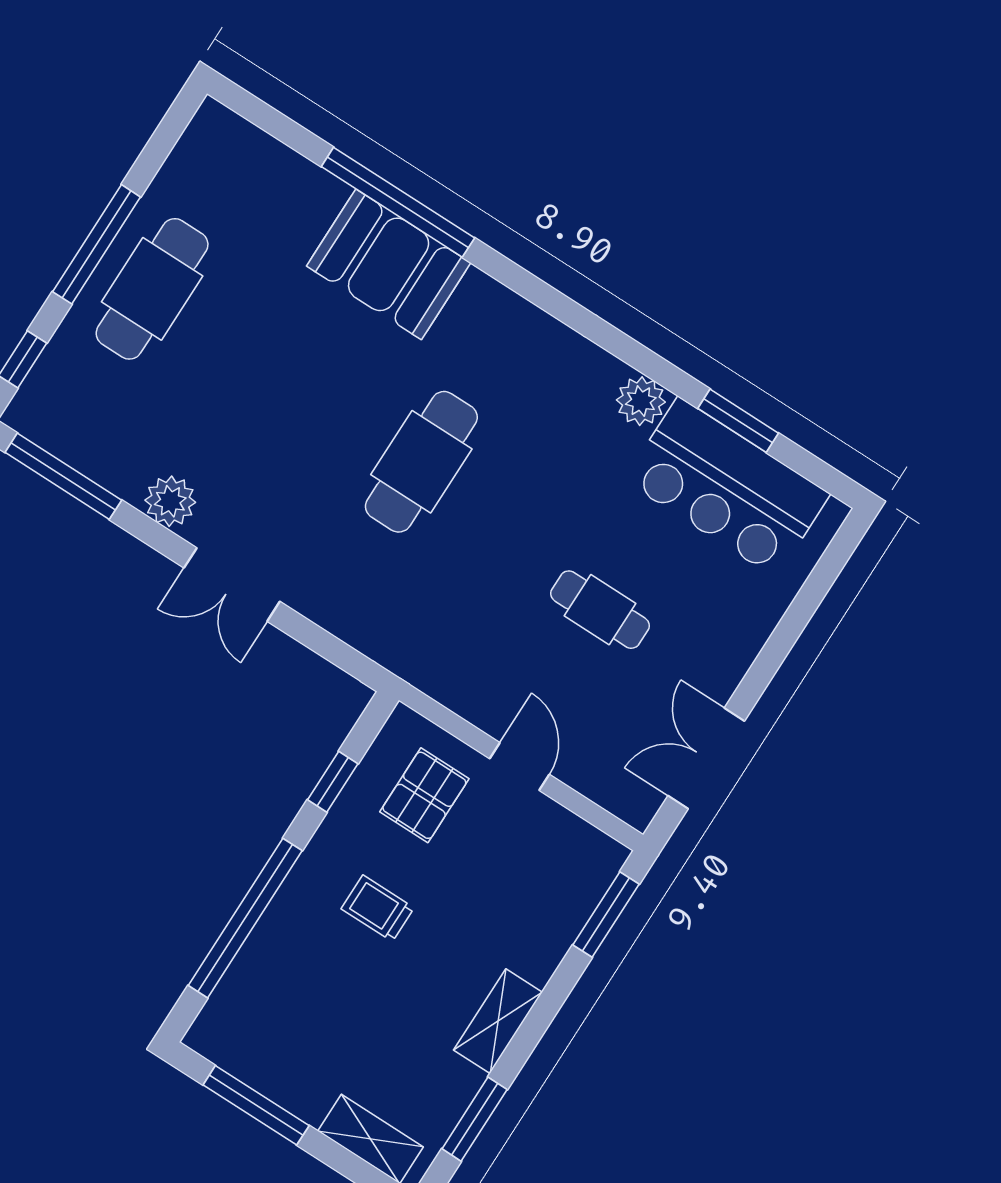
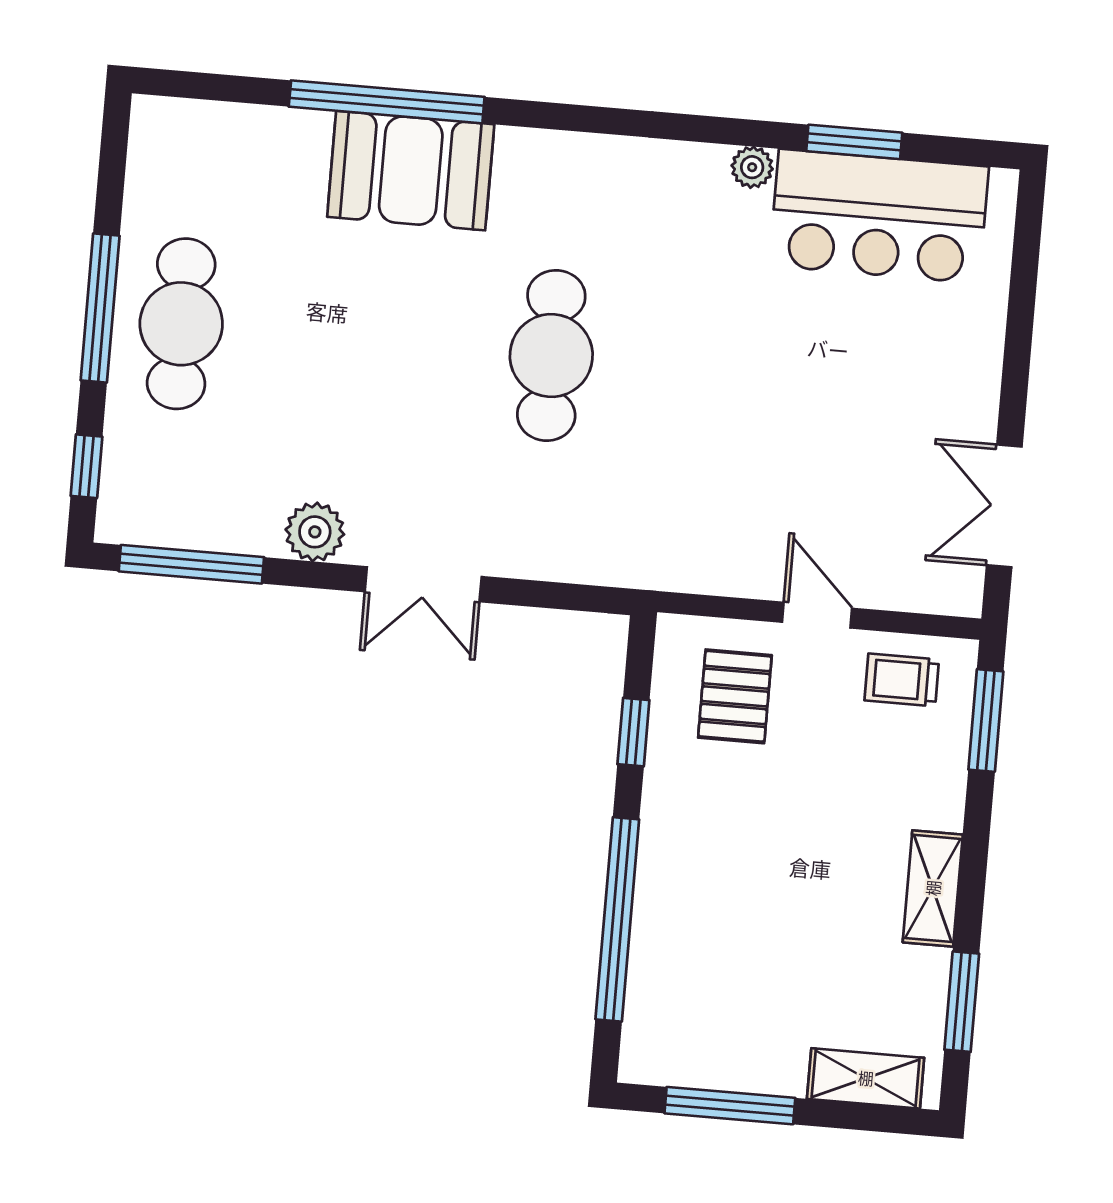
plant: (641, 401) -> (752, 167), width x0.73, depth x0.73
cafe table: (600, 610) -> (815, 411), removed
trolley: (378, 908) -> (902, 680), moved

